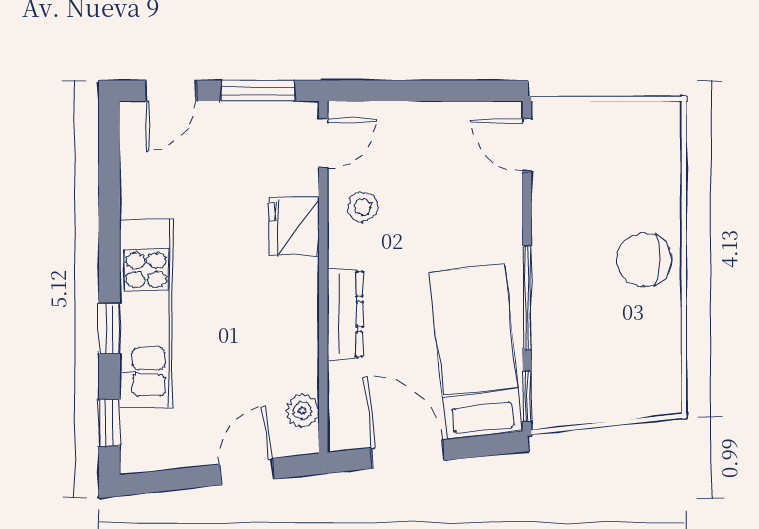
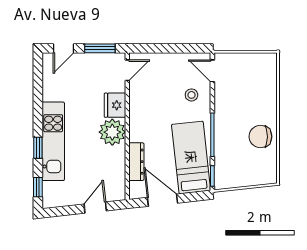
stool: (363, 207) -> (191, 95), moved
chair: (644, 260) -> (260, 137), moved
dresser: (345, 314) -> (136, 162), moved
plant: (302, 411) -> (112, 132), moved, width x1.88, depth x1.88

